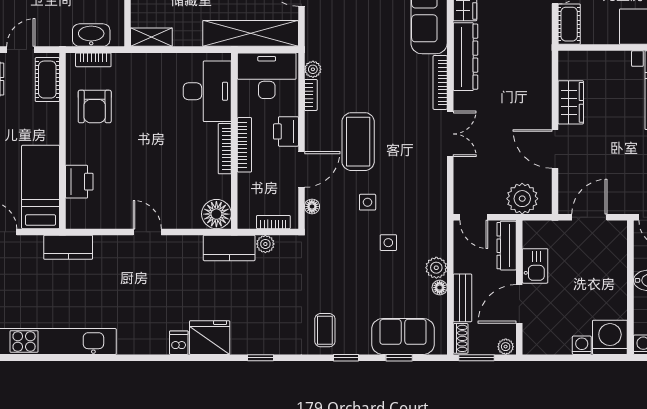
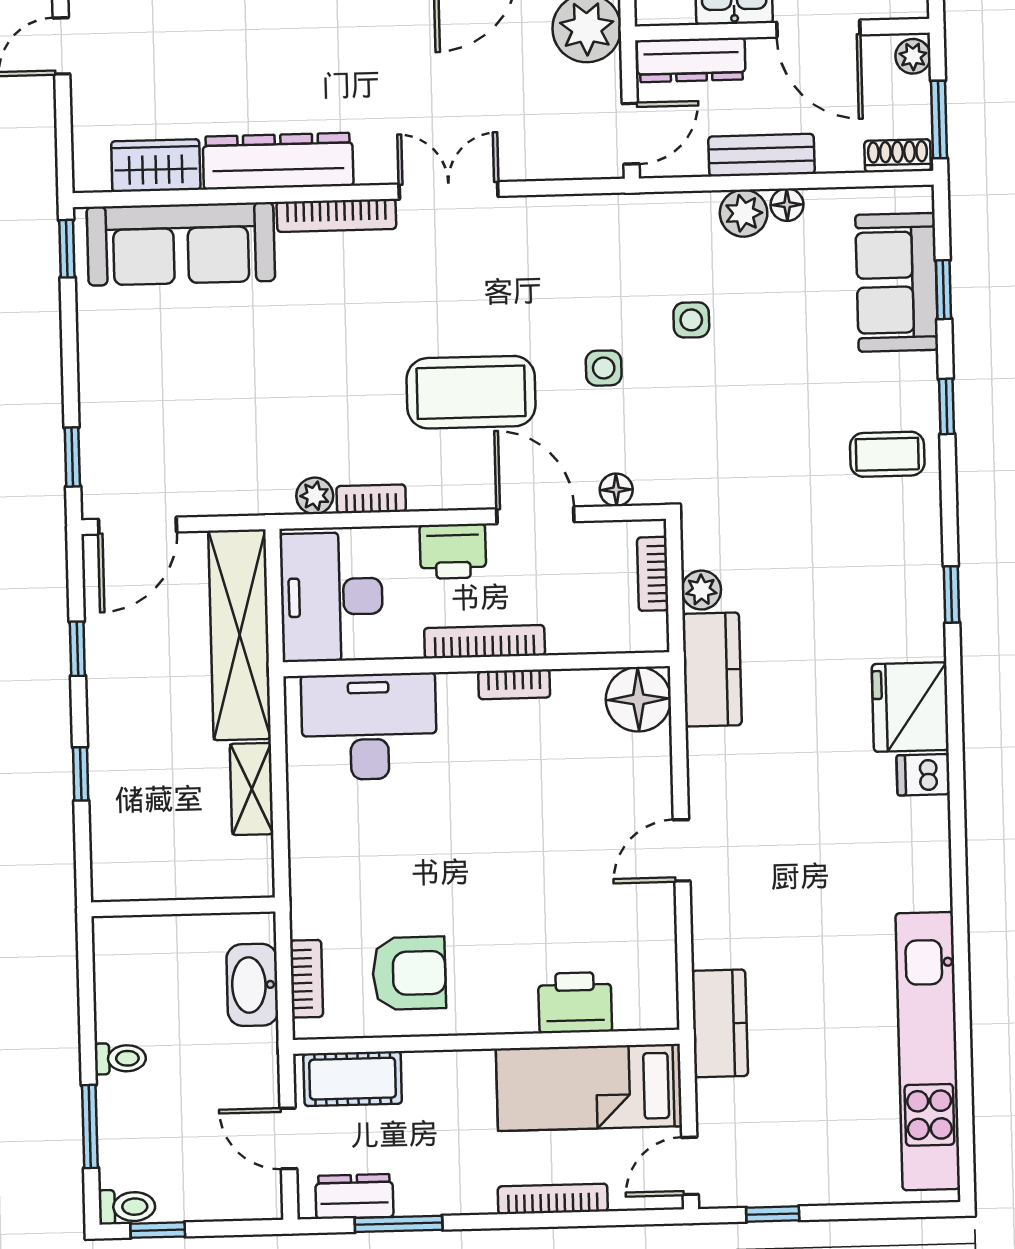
shelving: (151, 37) -> (252, 789), moved
bookcase: (225, 149) -> (514, 684), width x0.64
bench: (462, 298) -> (761, 155), moved

